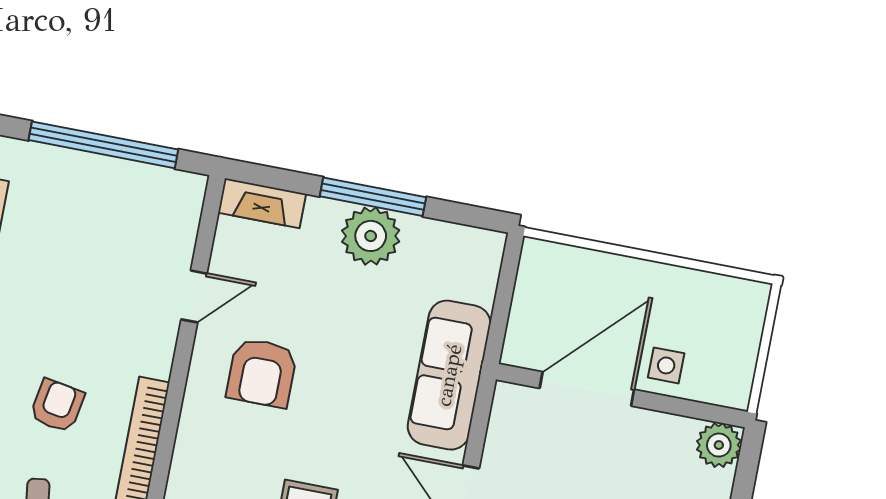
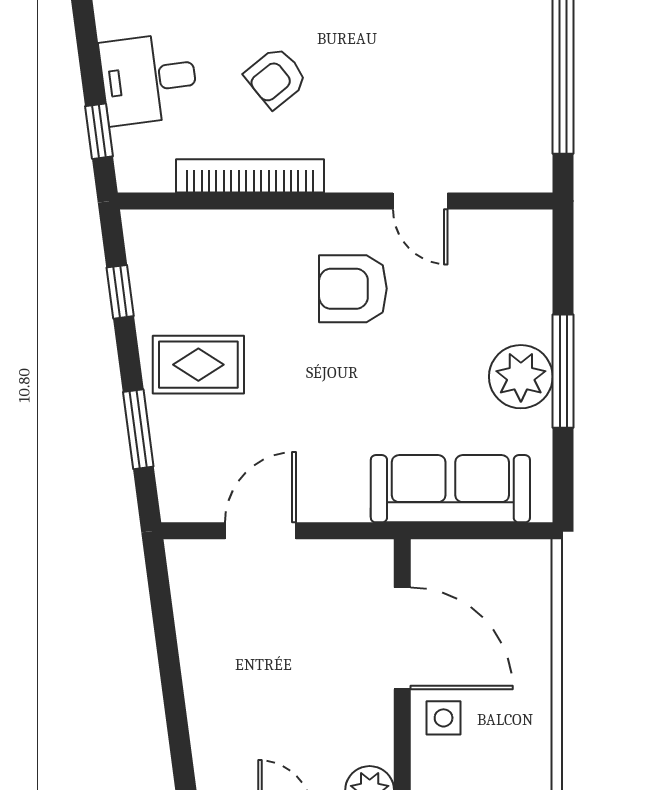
fireplace: (262, 203) -> (533, 254), removed
sofa: (449, 375) -> (450, 489), moved
armchair: (57, 406) -> (276, 78), turned 131

